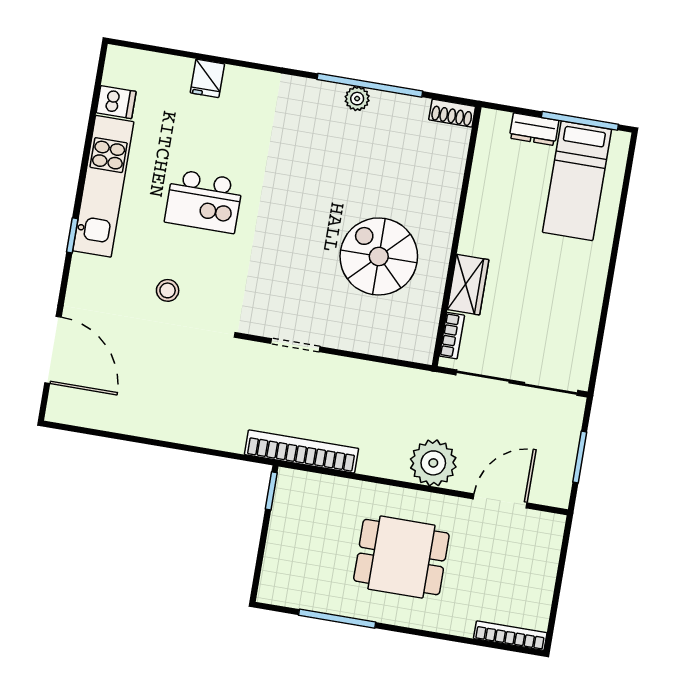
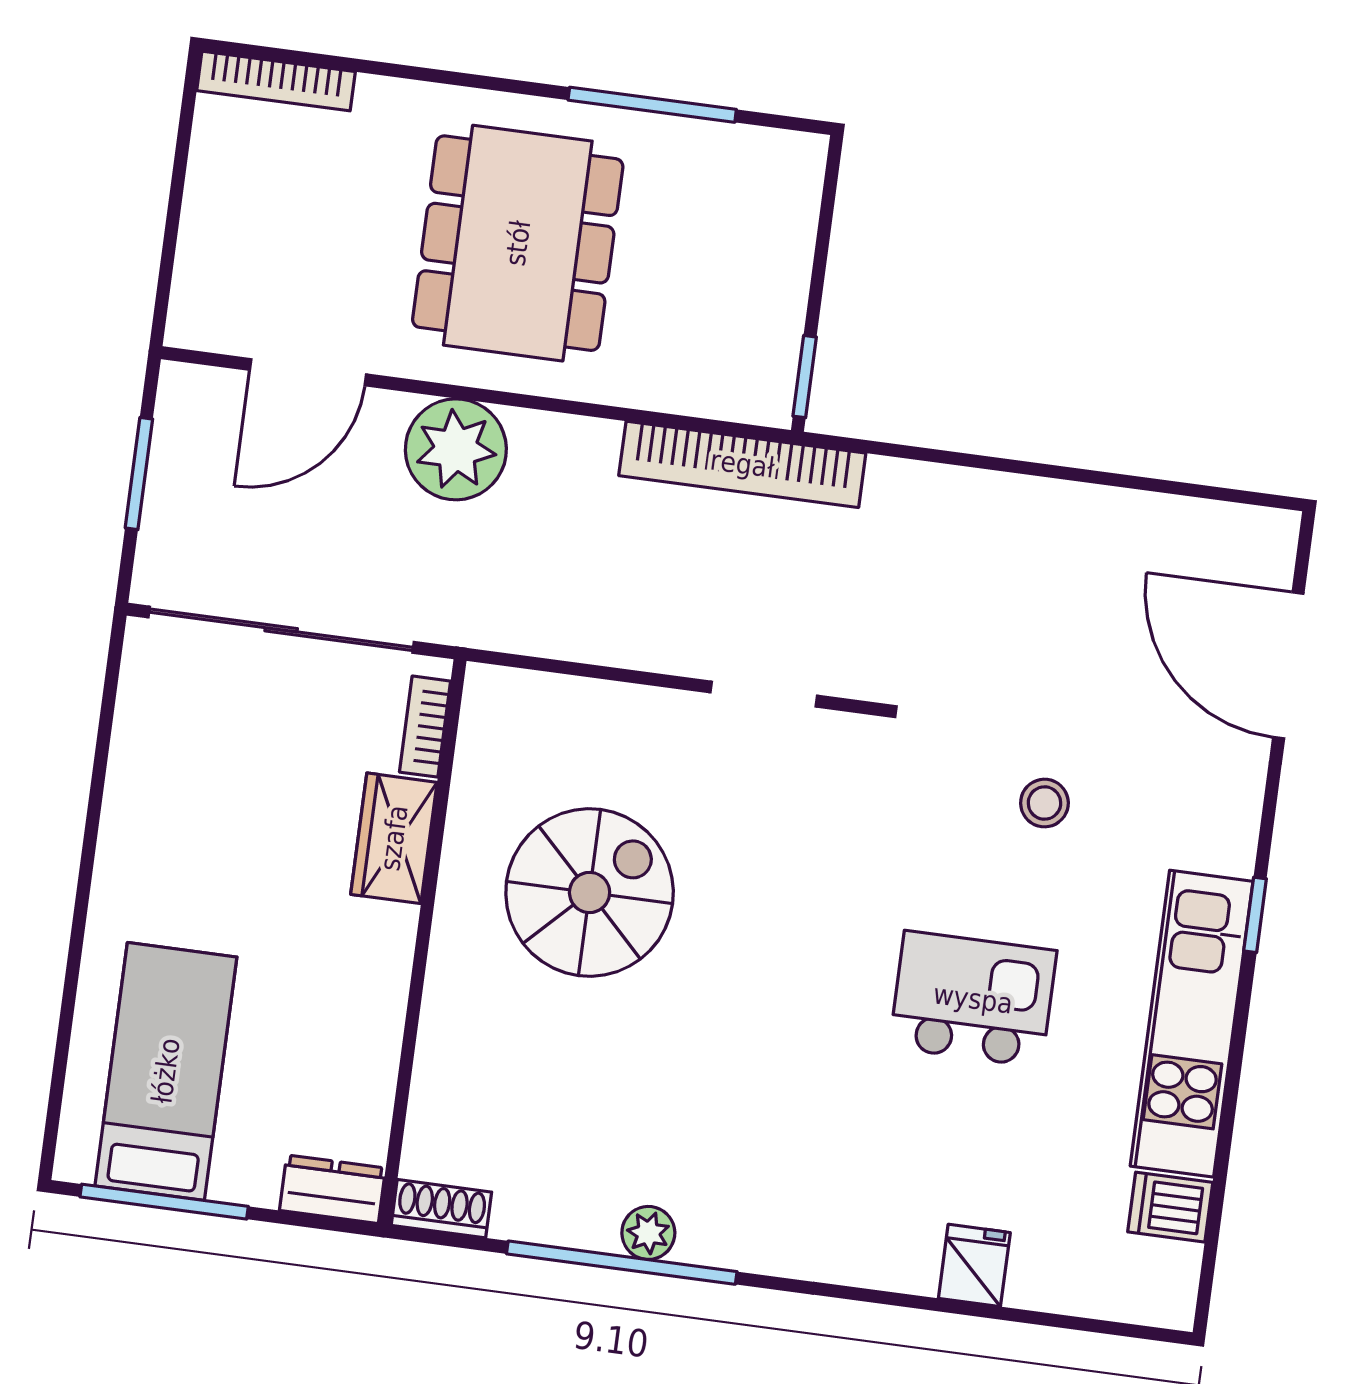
dresser: (534, 129) -> (333, 1189), moved
spiral stairs: (379, 256) -> (590, 892), turned -90
dining table: (401, 557) -> (518, 243), width x1.38

